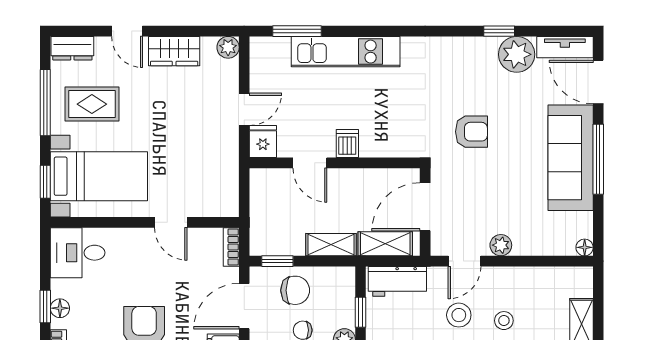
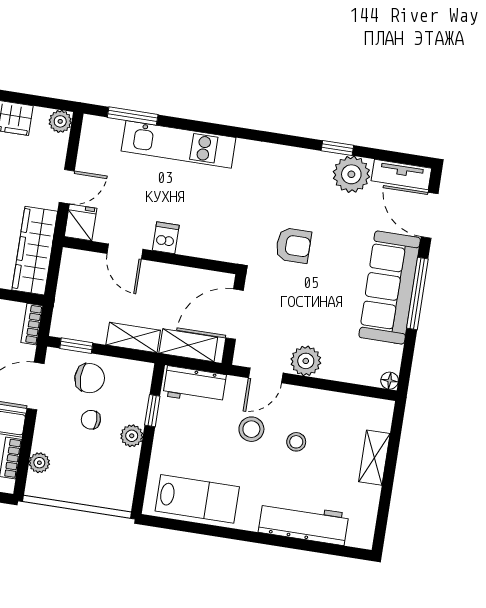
wardrobe: (223, 176) -> (35, 251), added
plant: (501, 245) -> (306, 361), width x1.38, depth x1.38

